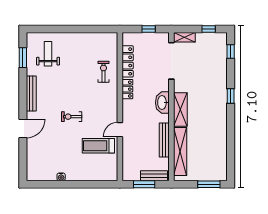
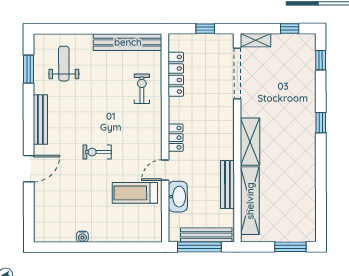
bench: (93, 39) -> (128, 42), added
locker: (127, 89) -> (176, 138), moved
washbasin: (162, 103) -> (178, 197), moved, turned 180
bench: (154, 176) -> (206, 235), width x1.36
window: (144, 184) -> (199, 247), width x1.44

